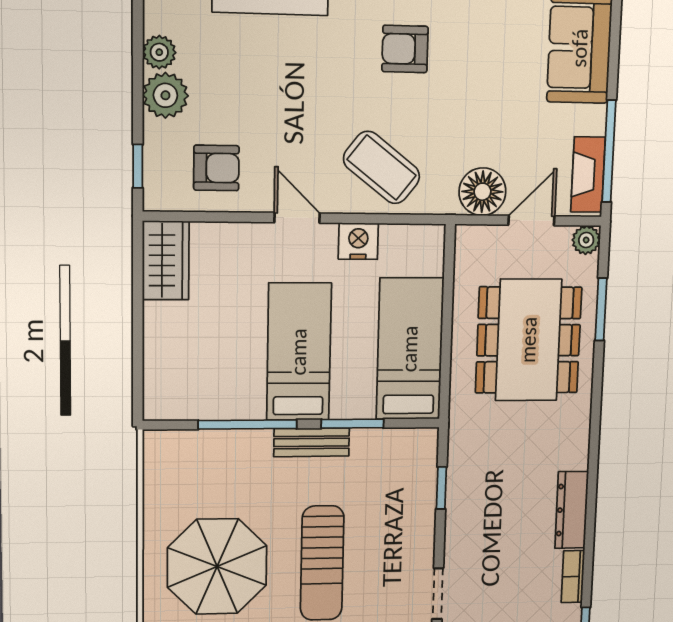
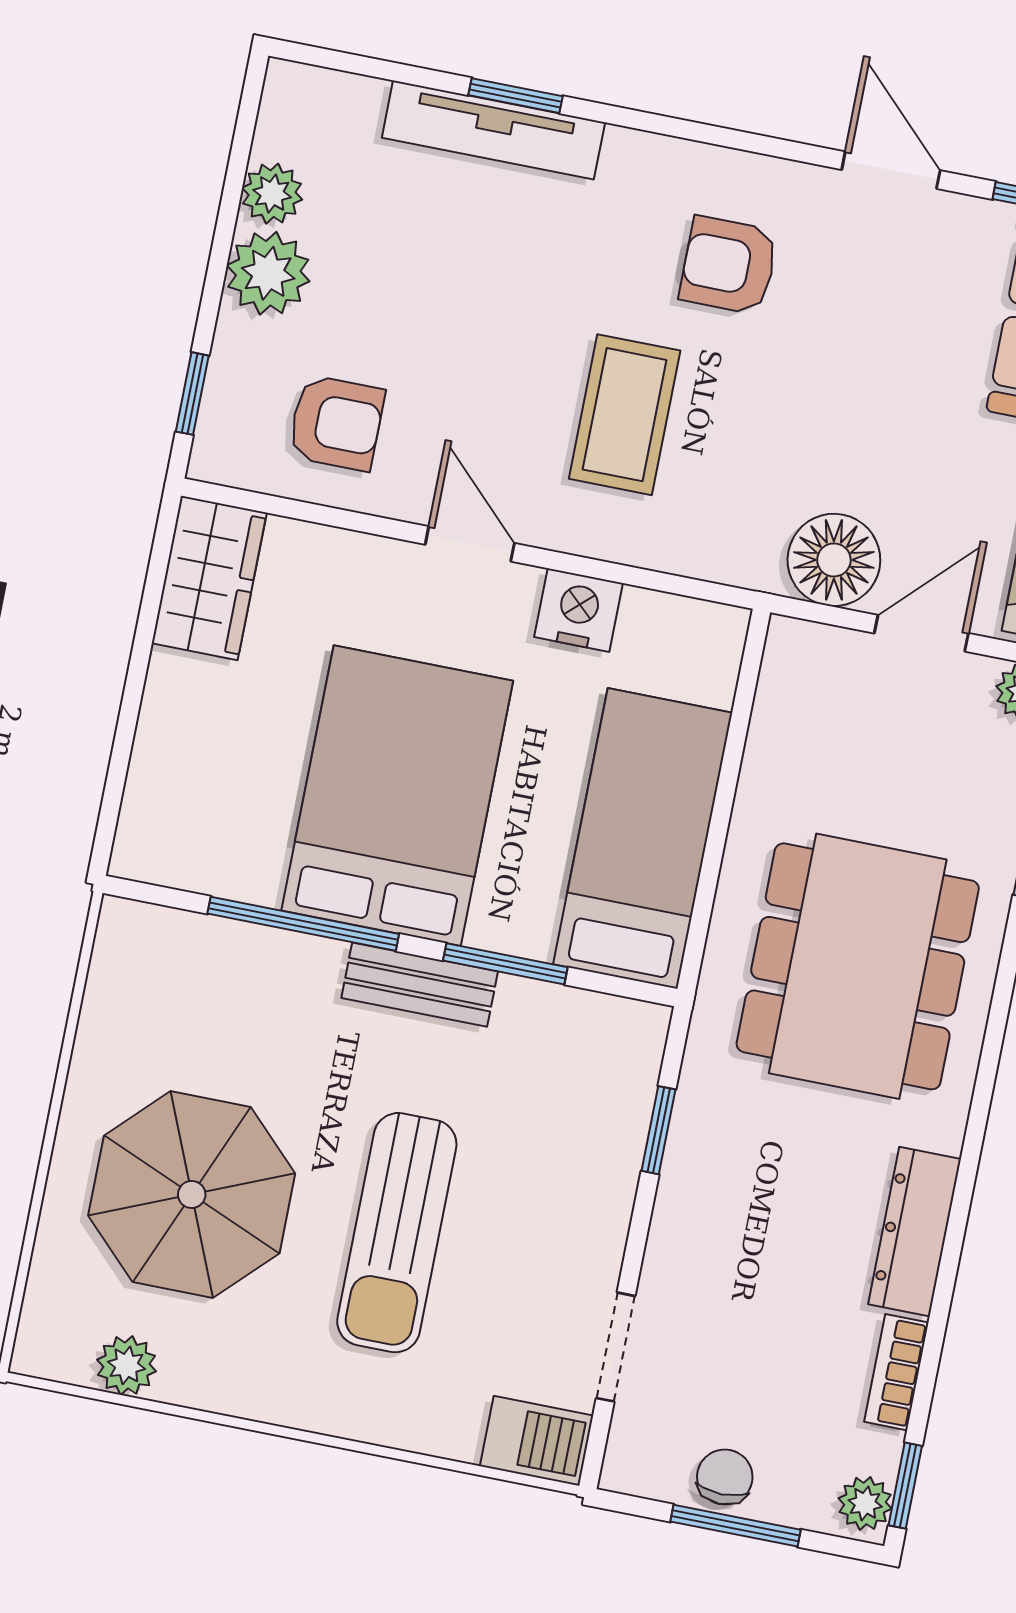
coffee table: (382, 167) -> (625, 415), moved, turned 52
dining table: (529, 340) -> (858, 966), moved
bed: (299, 352) -> (397, 796), width x1.50

